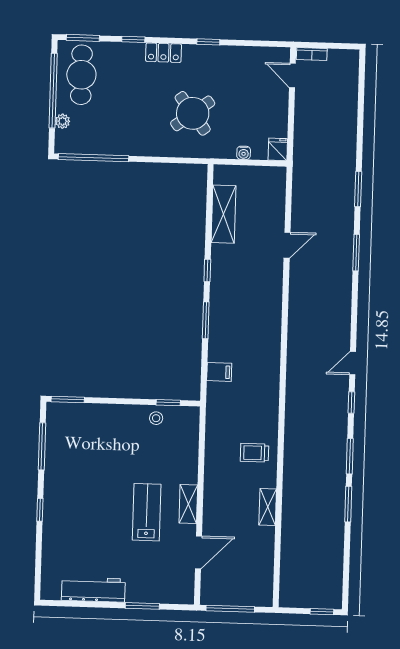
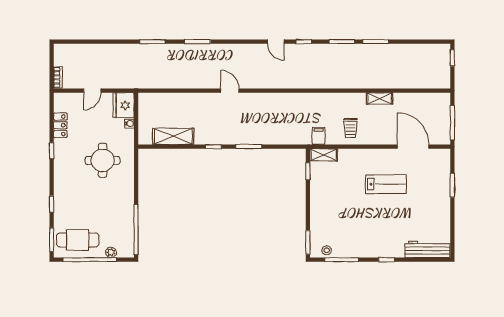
locker: (164, 53) -> (60, 125), moved
door: (292, 76) -> (92, 91), moved
round table: (193, 113) -> (103, 160), turned 37
fridge: (278, 149) -> (123, 105), width x1.88, depth x1.34
door: (287, 245) -> (230, 91), moved
filing cabinet: (219, 372) -> (319, 136), moved
stool: (156, 418) -> (327, 250), moved
trolley: (254, 453) -> (350, 128), moved
shelving: (188, 504) -> (324, 155), moved
lab bench: (147, 512) -> (386, 184), turned 180
door: (198, 552) -> (413, 147), width x1.36
workbench: (93, 590) -> (427, 249), moved, turned 90

